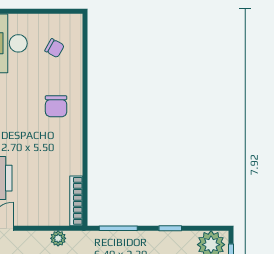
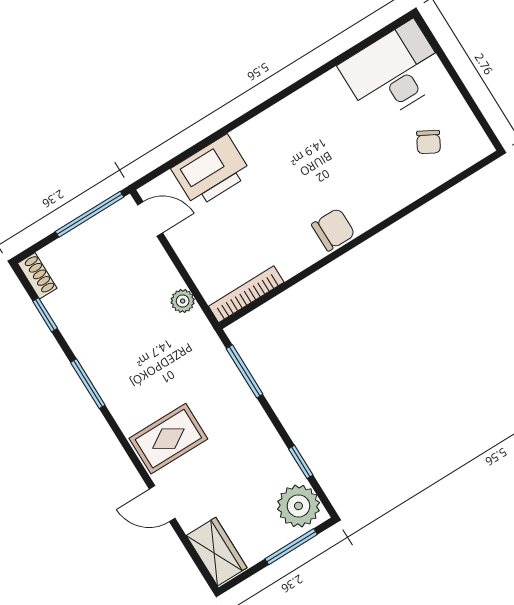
chair: (56, 106) -> (333, 230), moved, turned 180
window: (170, 228) -> (301, 462), moved

